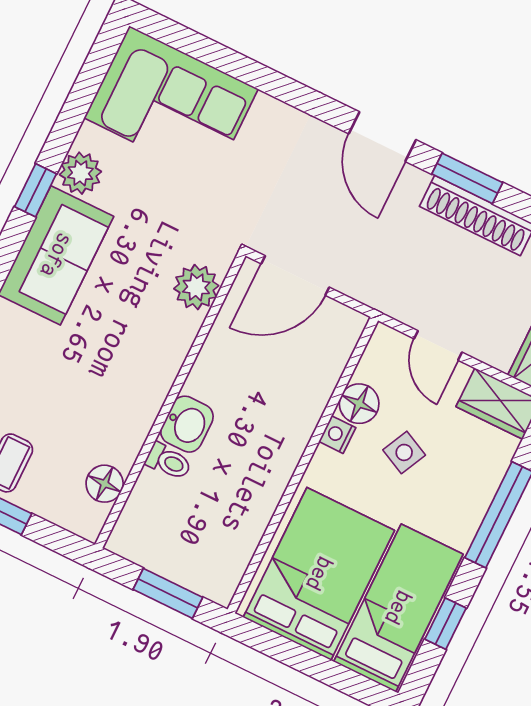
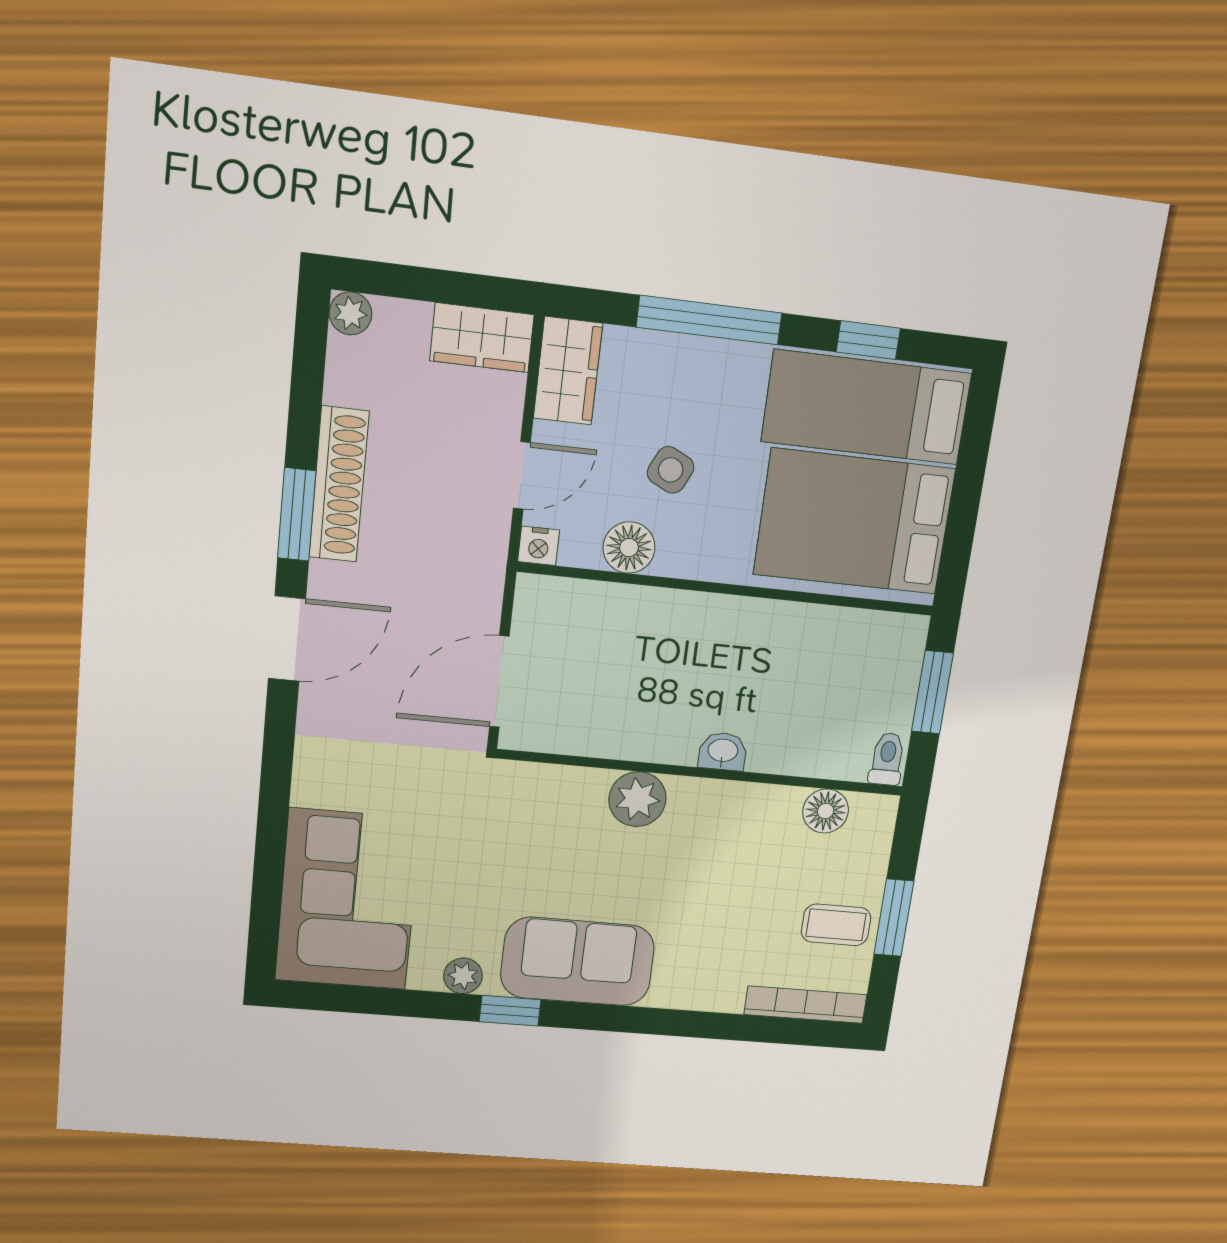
plant: (80, 173) -> (463, 976), width x0.73, depth x0.73
door: (295, 276) -> (499, 682), swing flipped
plant: (196, 287) -> (637, 799), moved
washbasin: (187, 424) -> (723, 751), width x0.72, depth x0.69
nightstand: (337, 435) -> (539, 546), moved
toilet: (168, 461) -> (887, 759), moved

